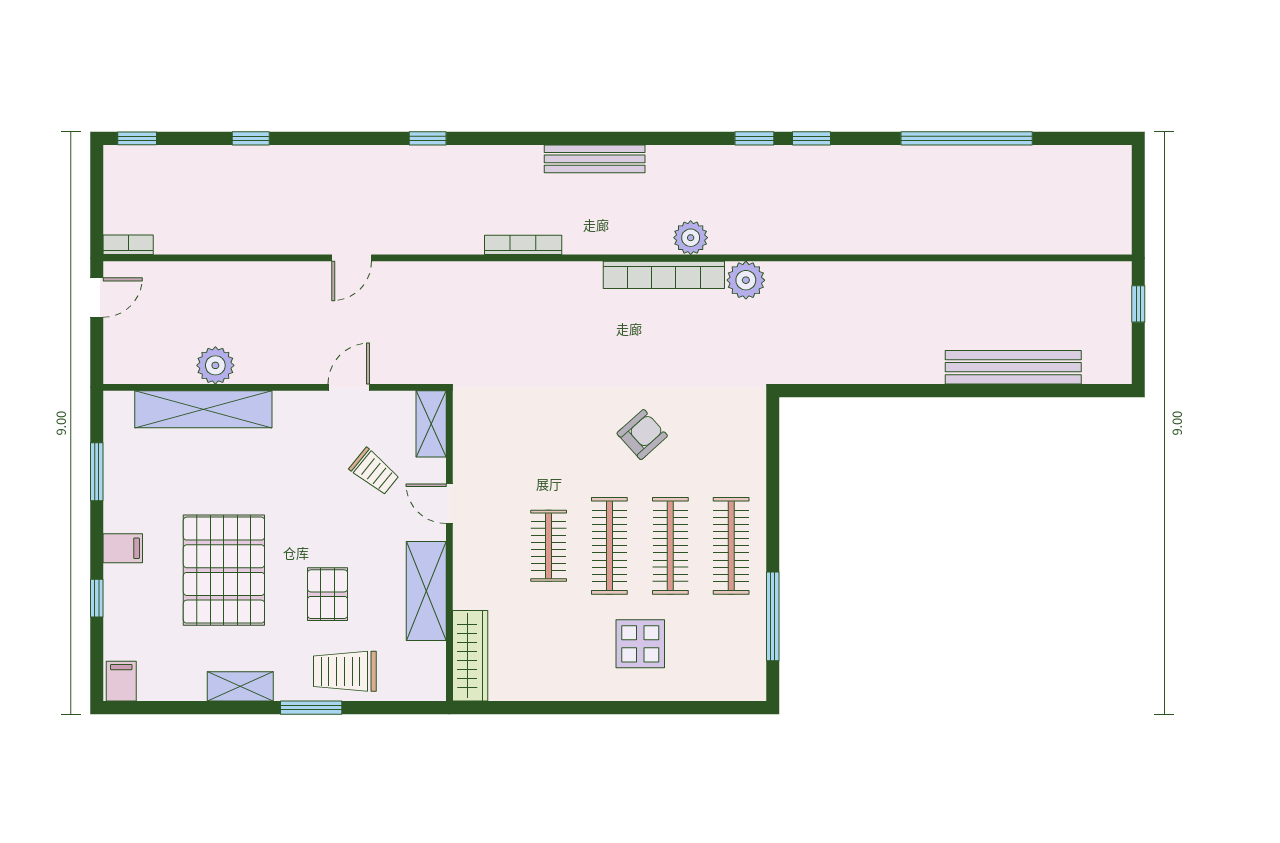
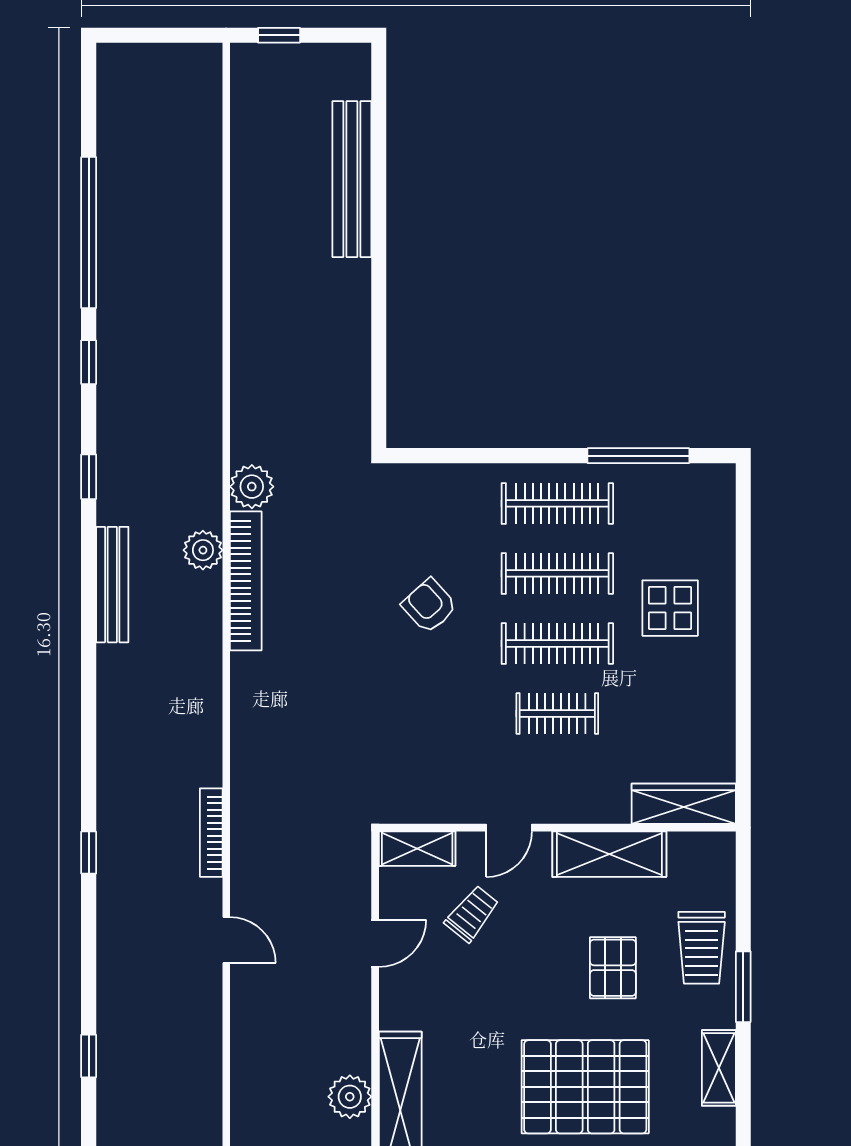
window: (811, 138) -> (89, 362), moved
bench: (595, 159) -> (112, 585), moved
bookcase: (523, 245) -> (211, 833), moved
door: (349, 387) -> (375, 943), swing flipped
pallet: (328, 594) -> (613, 968), turned 90

